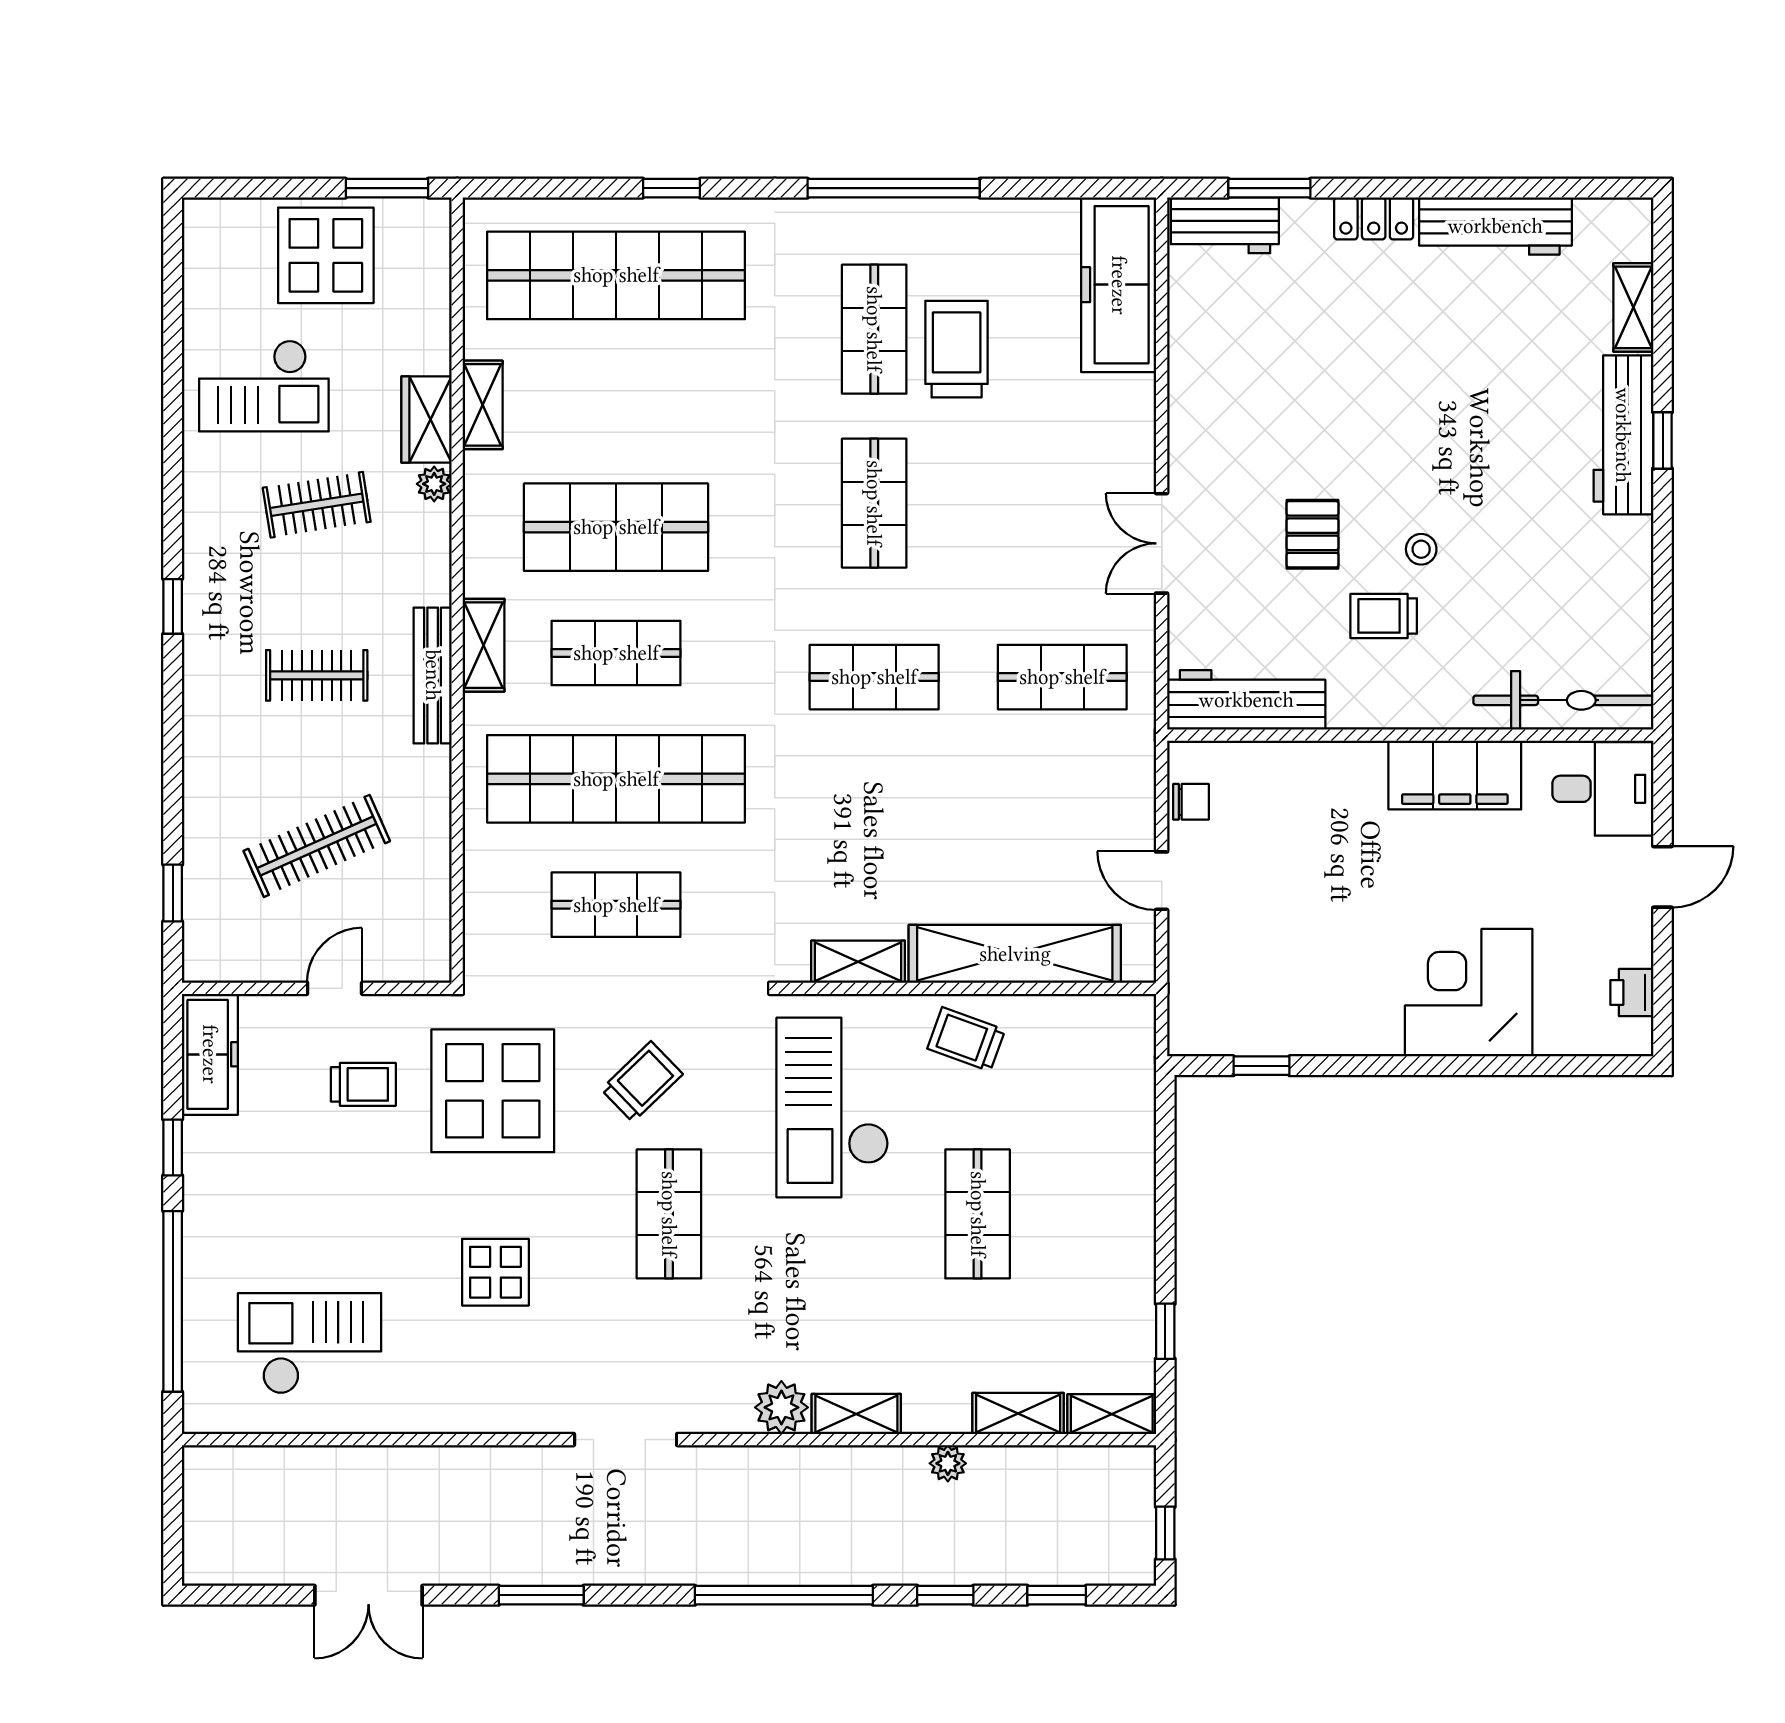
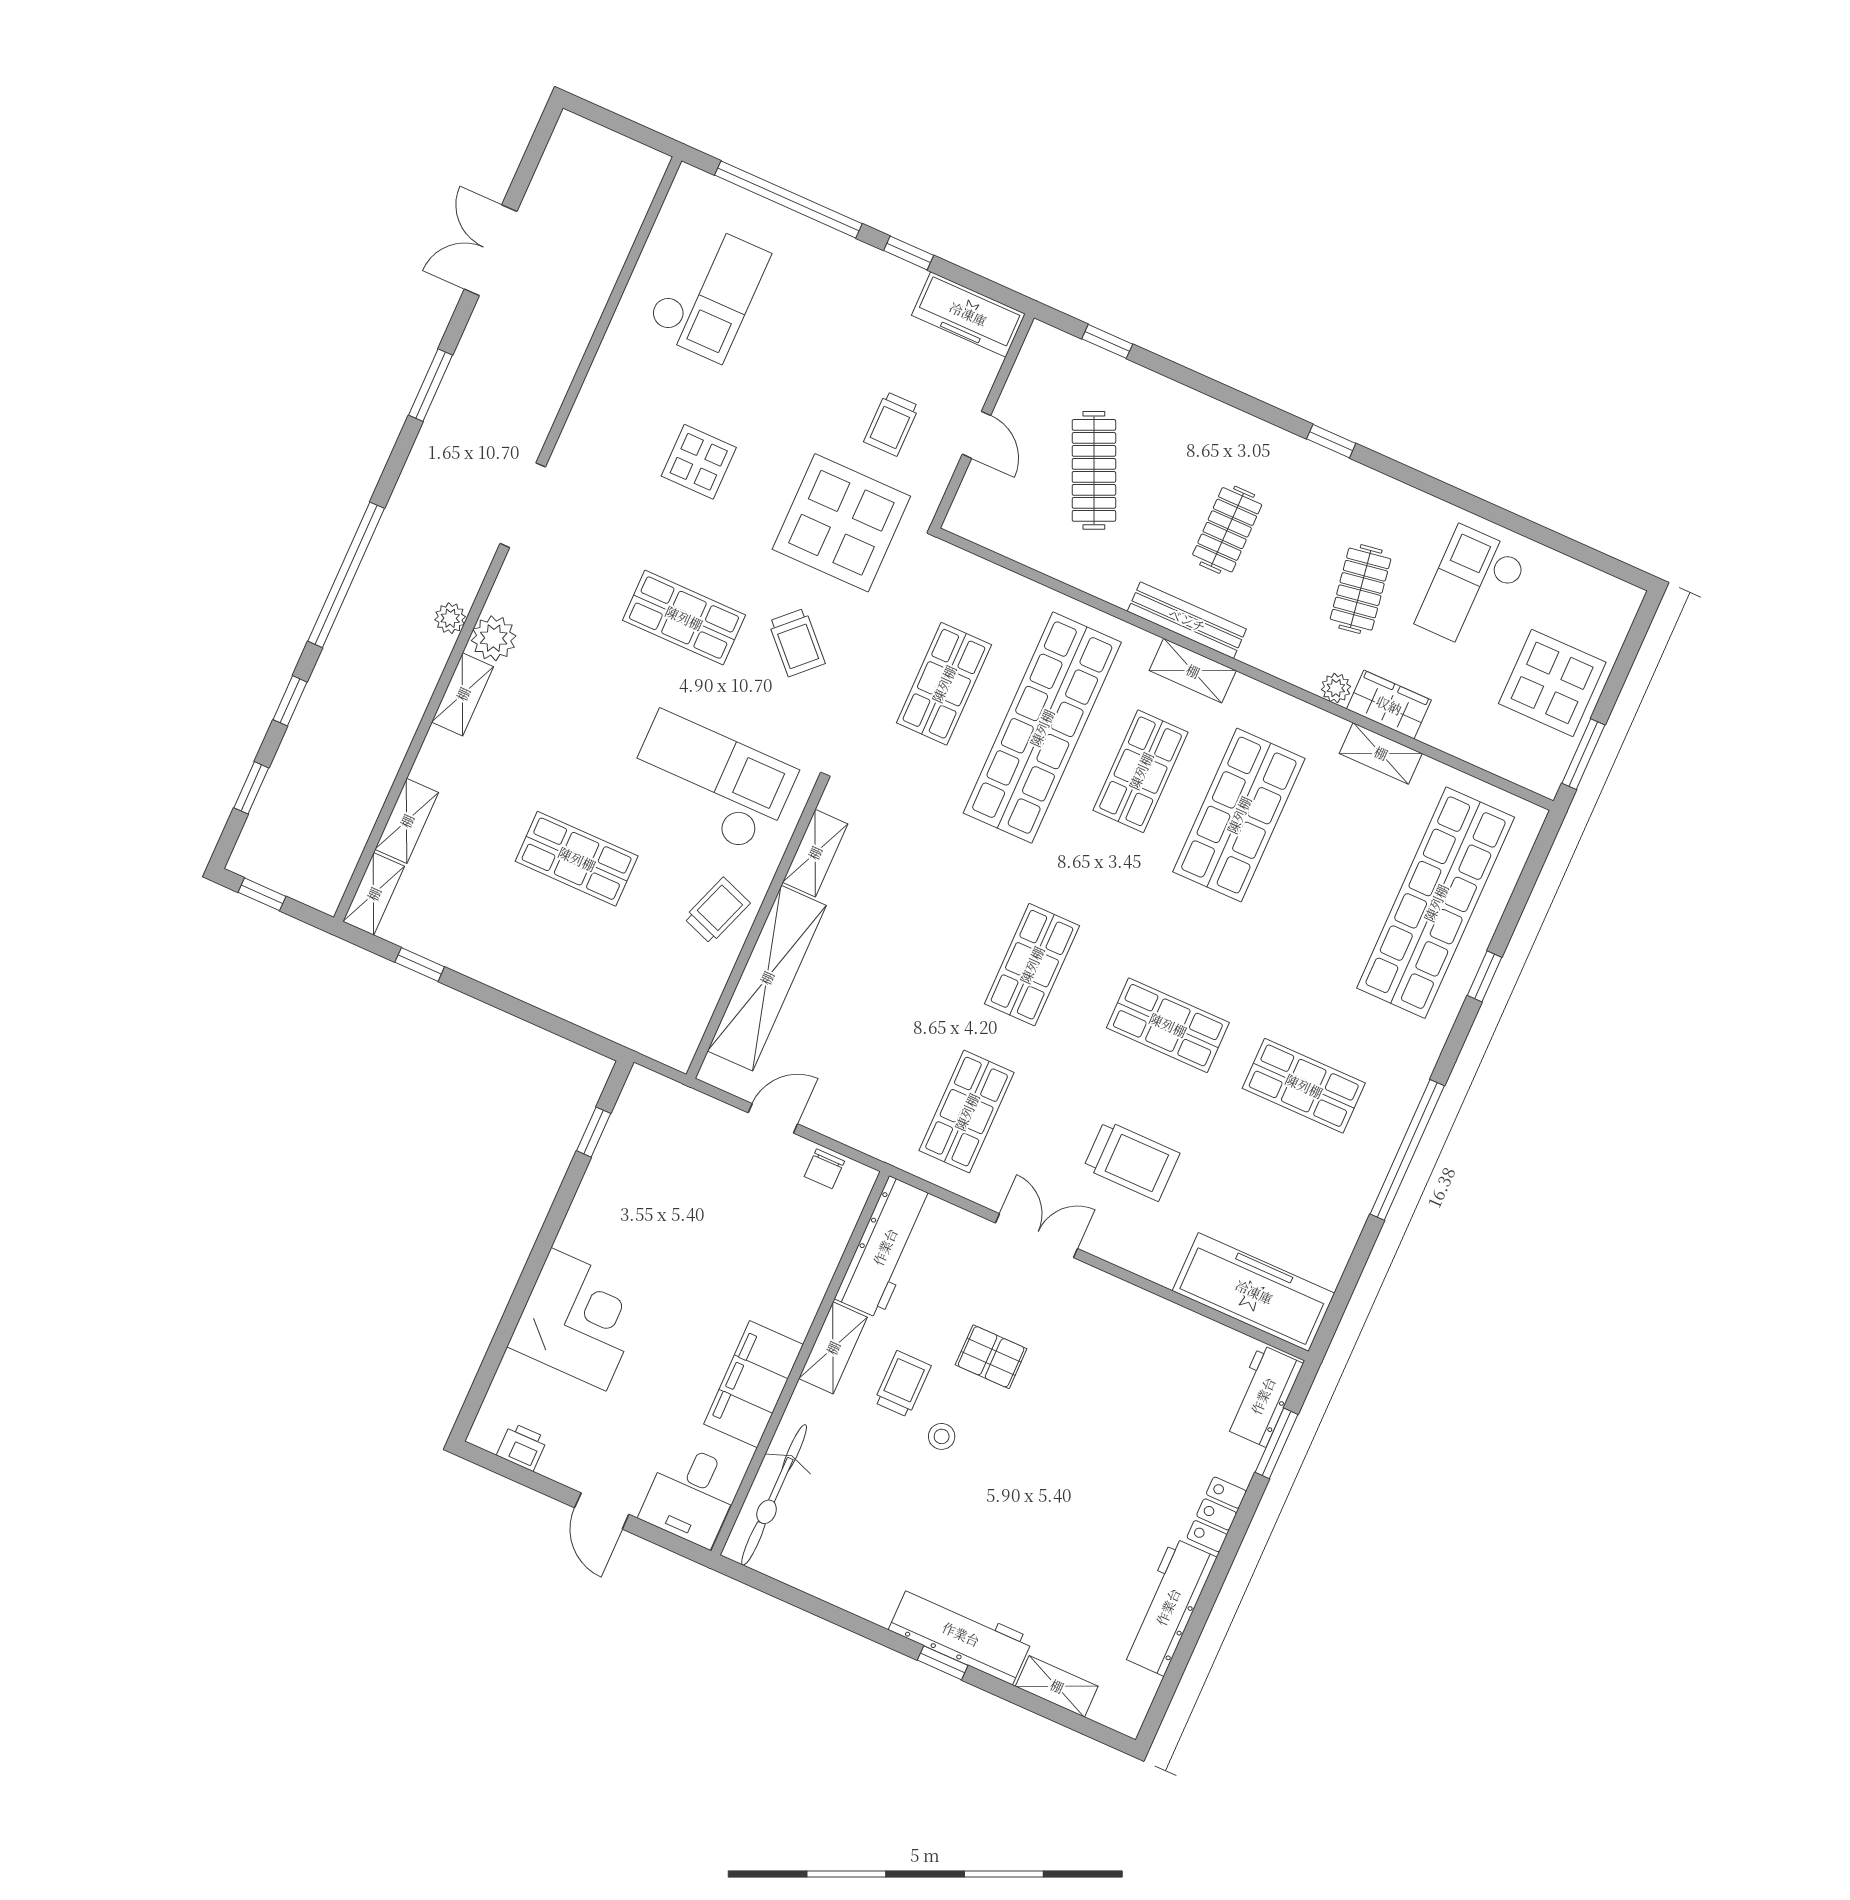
trolley: (957, 349) -> (1132, 1161), moved
shelving: (1378, 707) -> (833, 1348), added
plant: (948, 1463) -> (450, 618), moved

